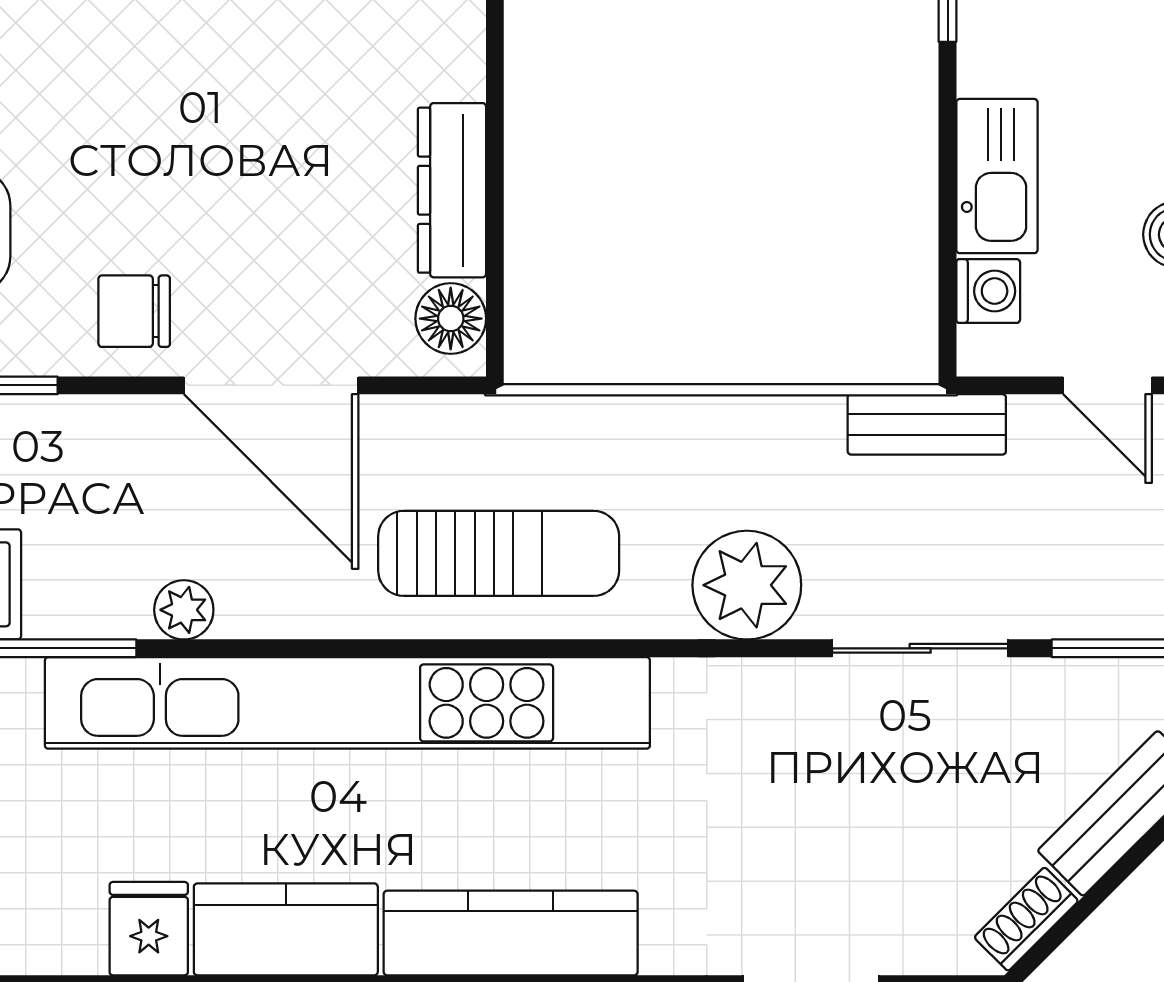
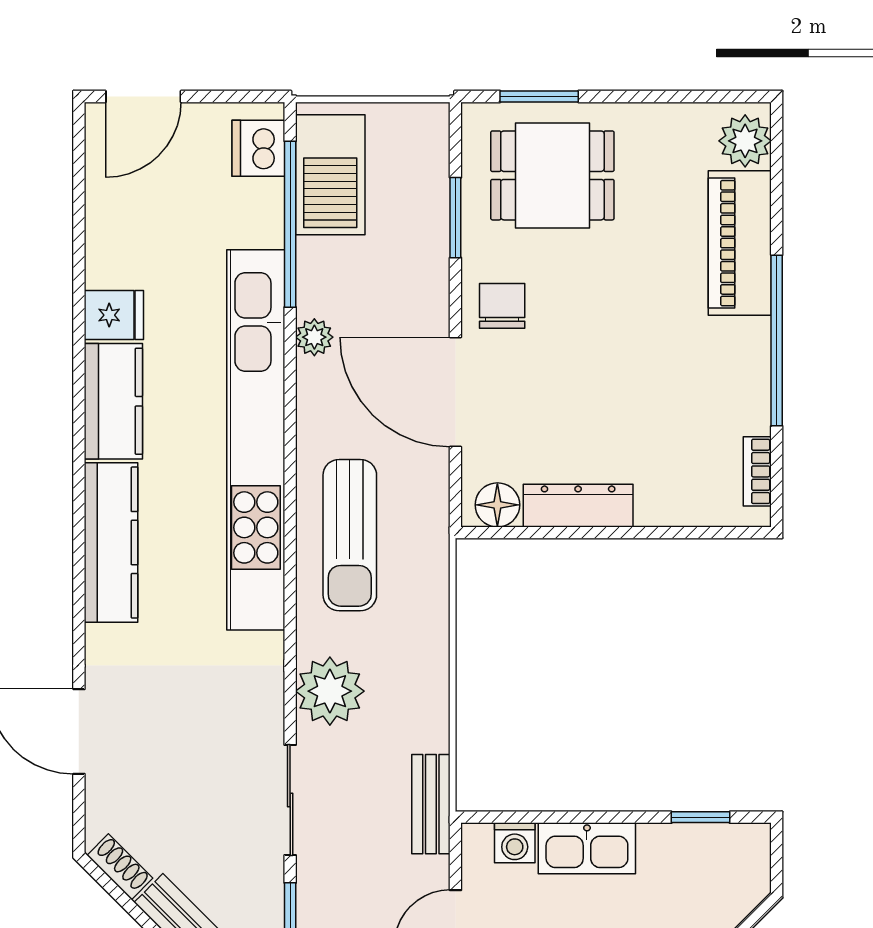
door: (271, 385) -> (455, 392), hinge flipped

